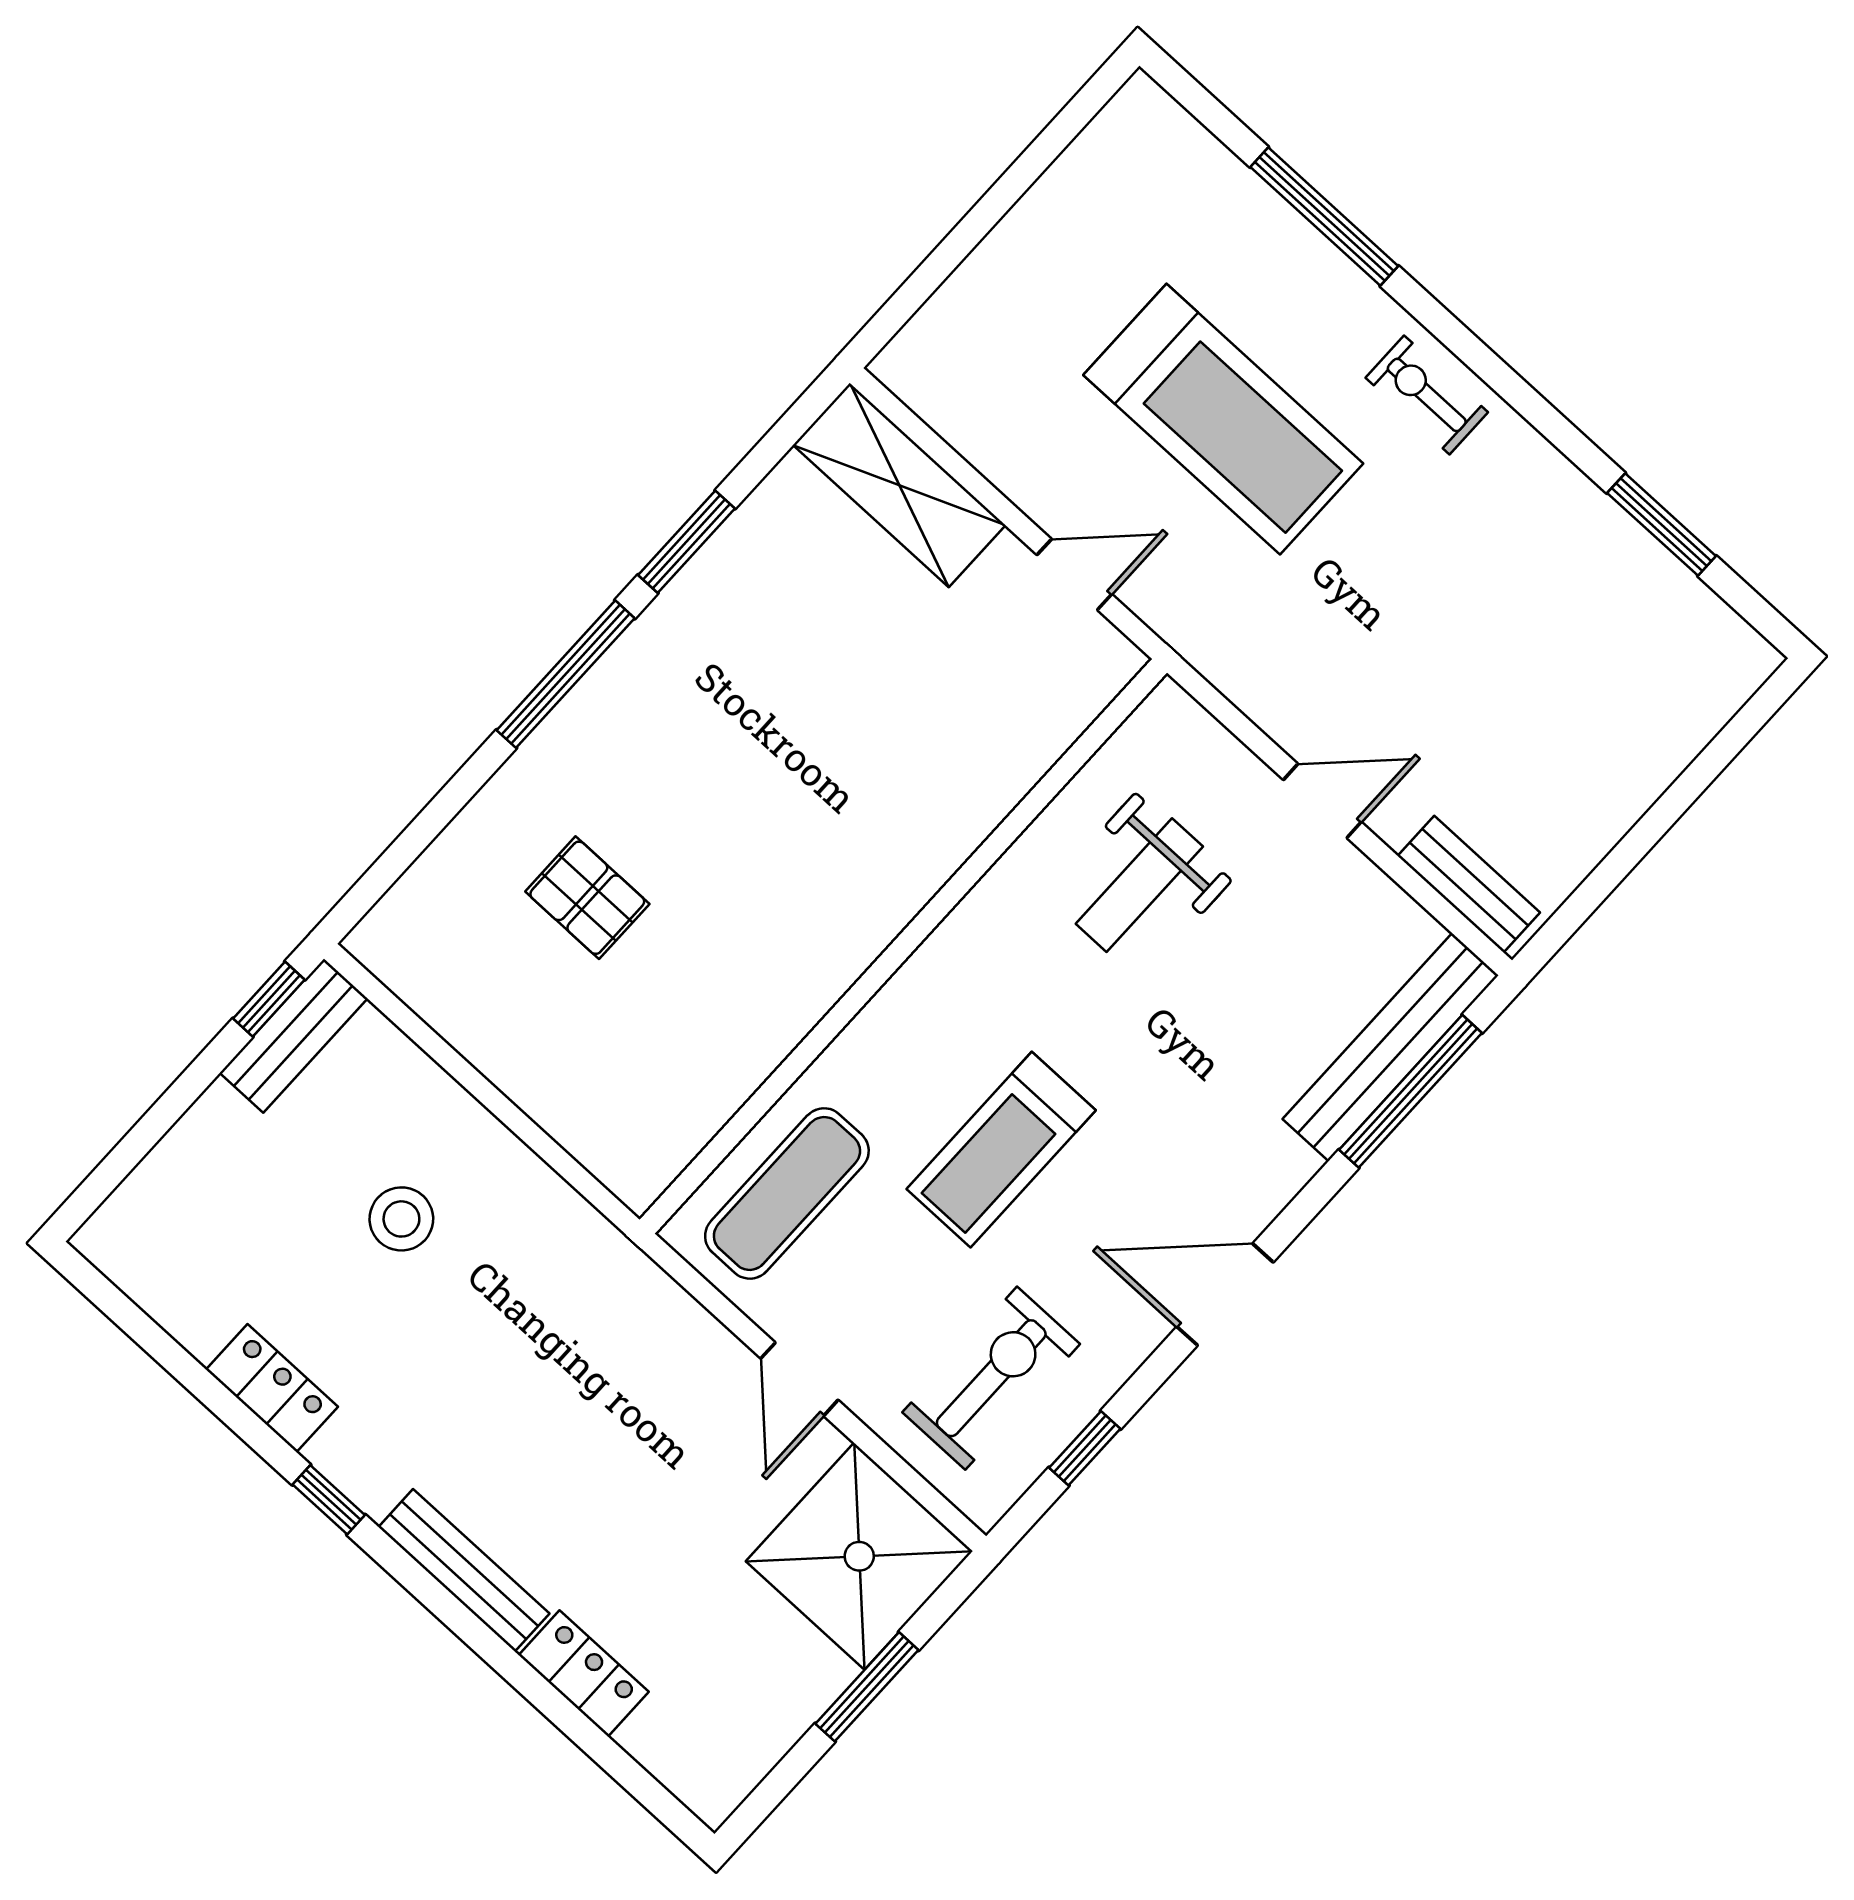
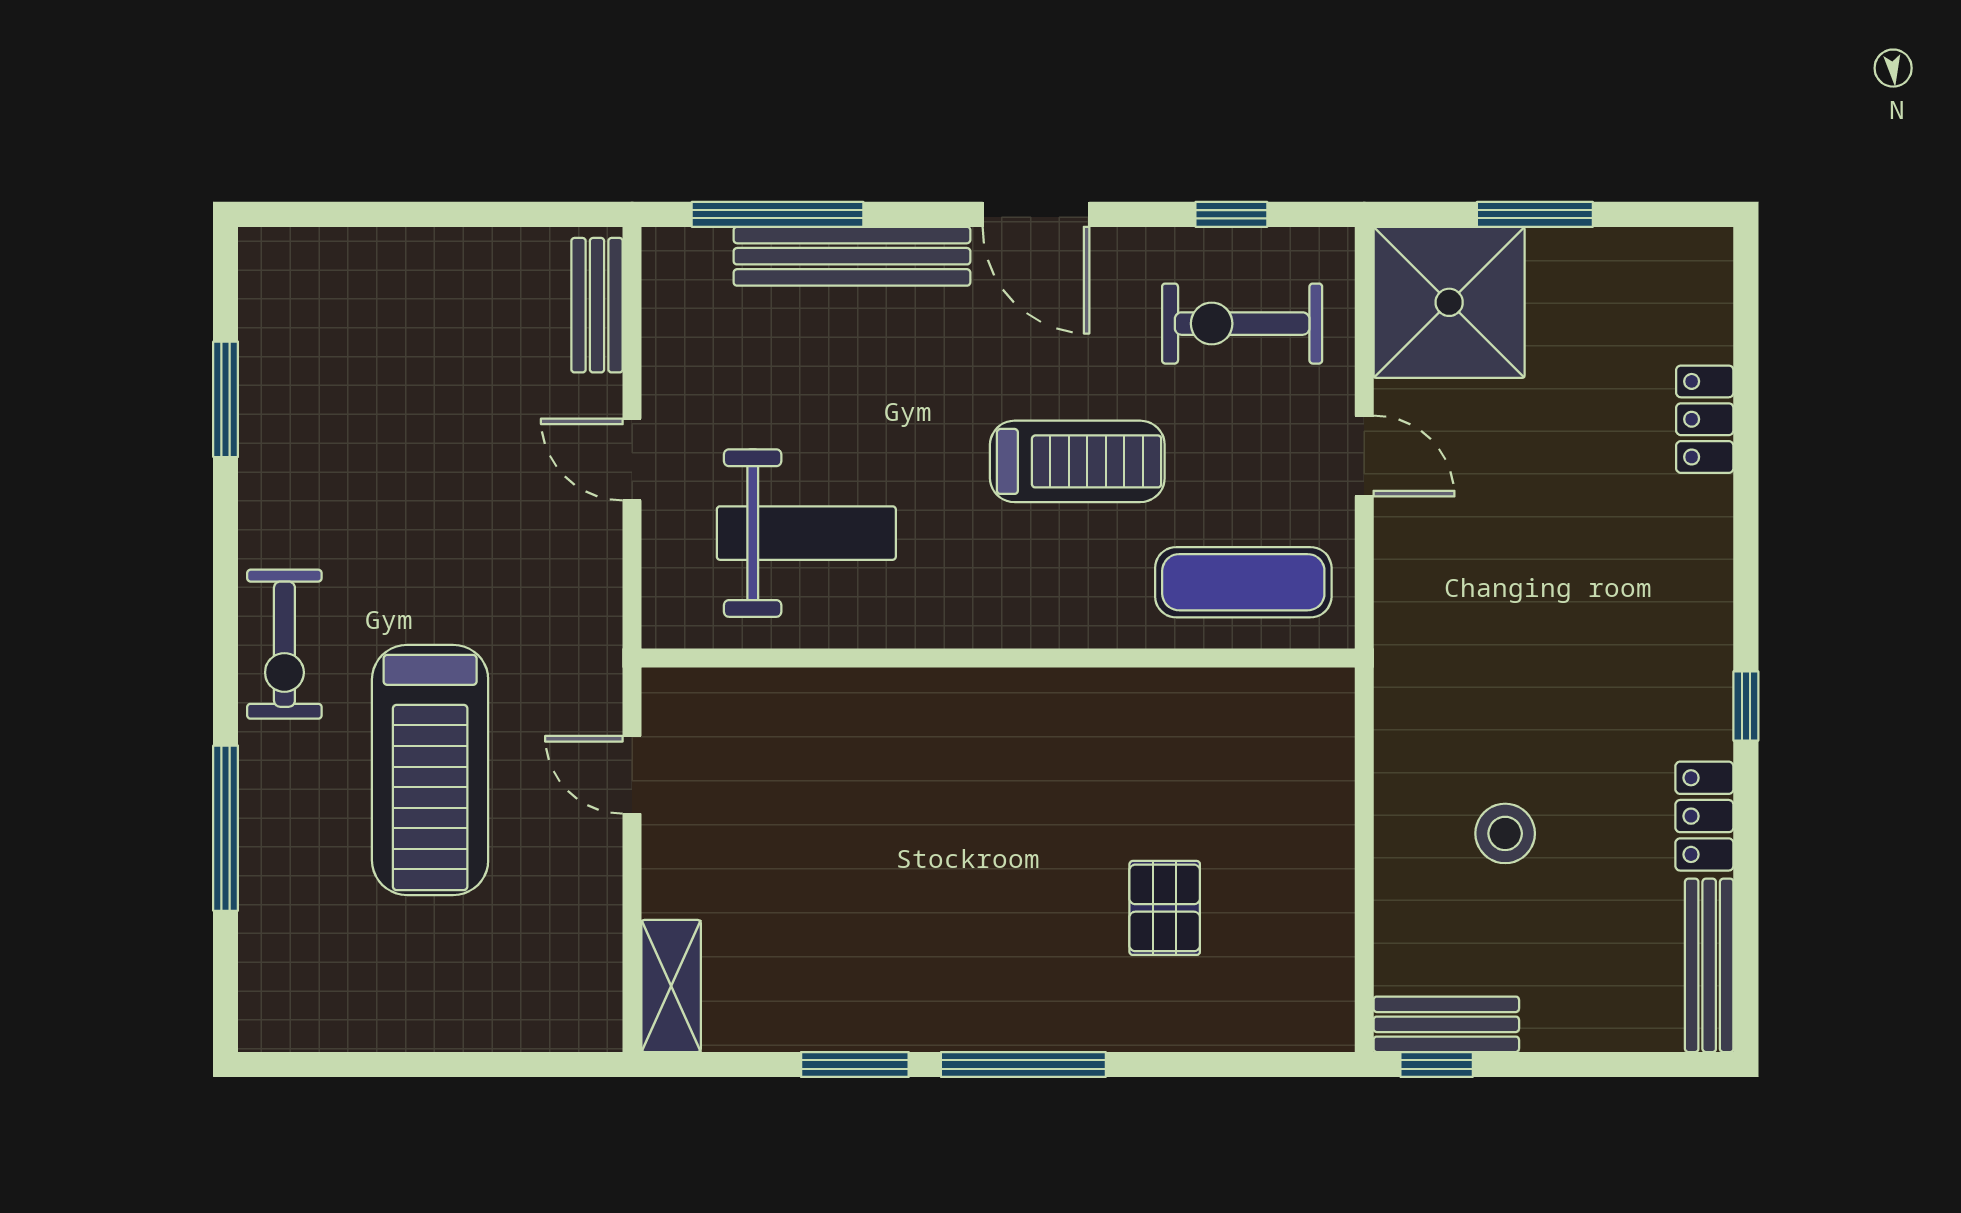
exercise bike: (1427, 395) -> (284, 644), width x1.38, depth x1.39
treadmill: (1223, 419) -> (430, 770), turned 180
shelving: (899, 485) -> (671, 986), width x0.67, depth x0.75
weight bench: (1139, 885) -> (806, 533), width x1.36, depth x1.33
bench: (1391, 1047) -> (852, 256), moved
door: (799, 1379) -> (1364, 456), hinge flipped
bench: (464, 1570) -> (1709, 965), moved

